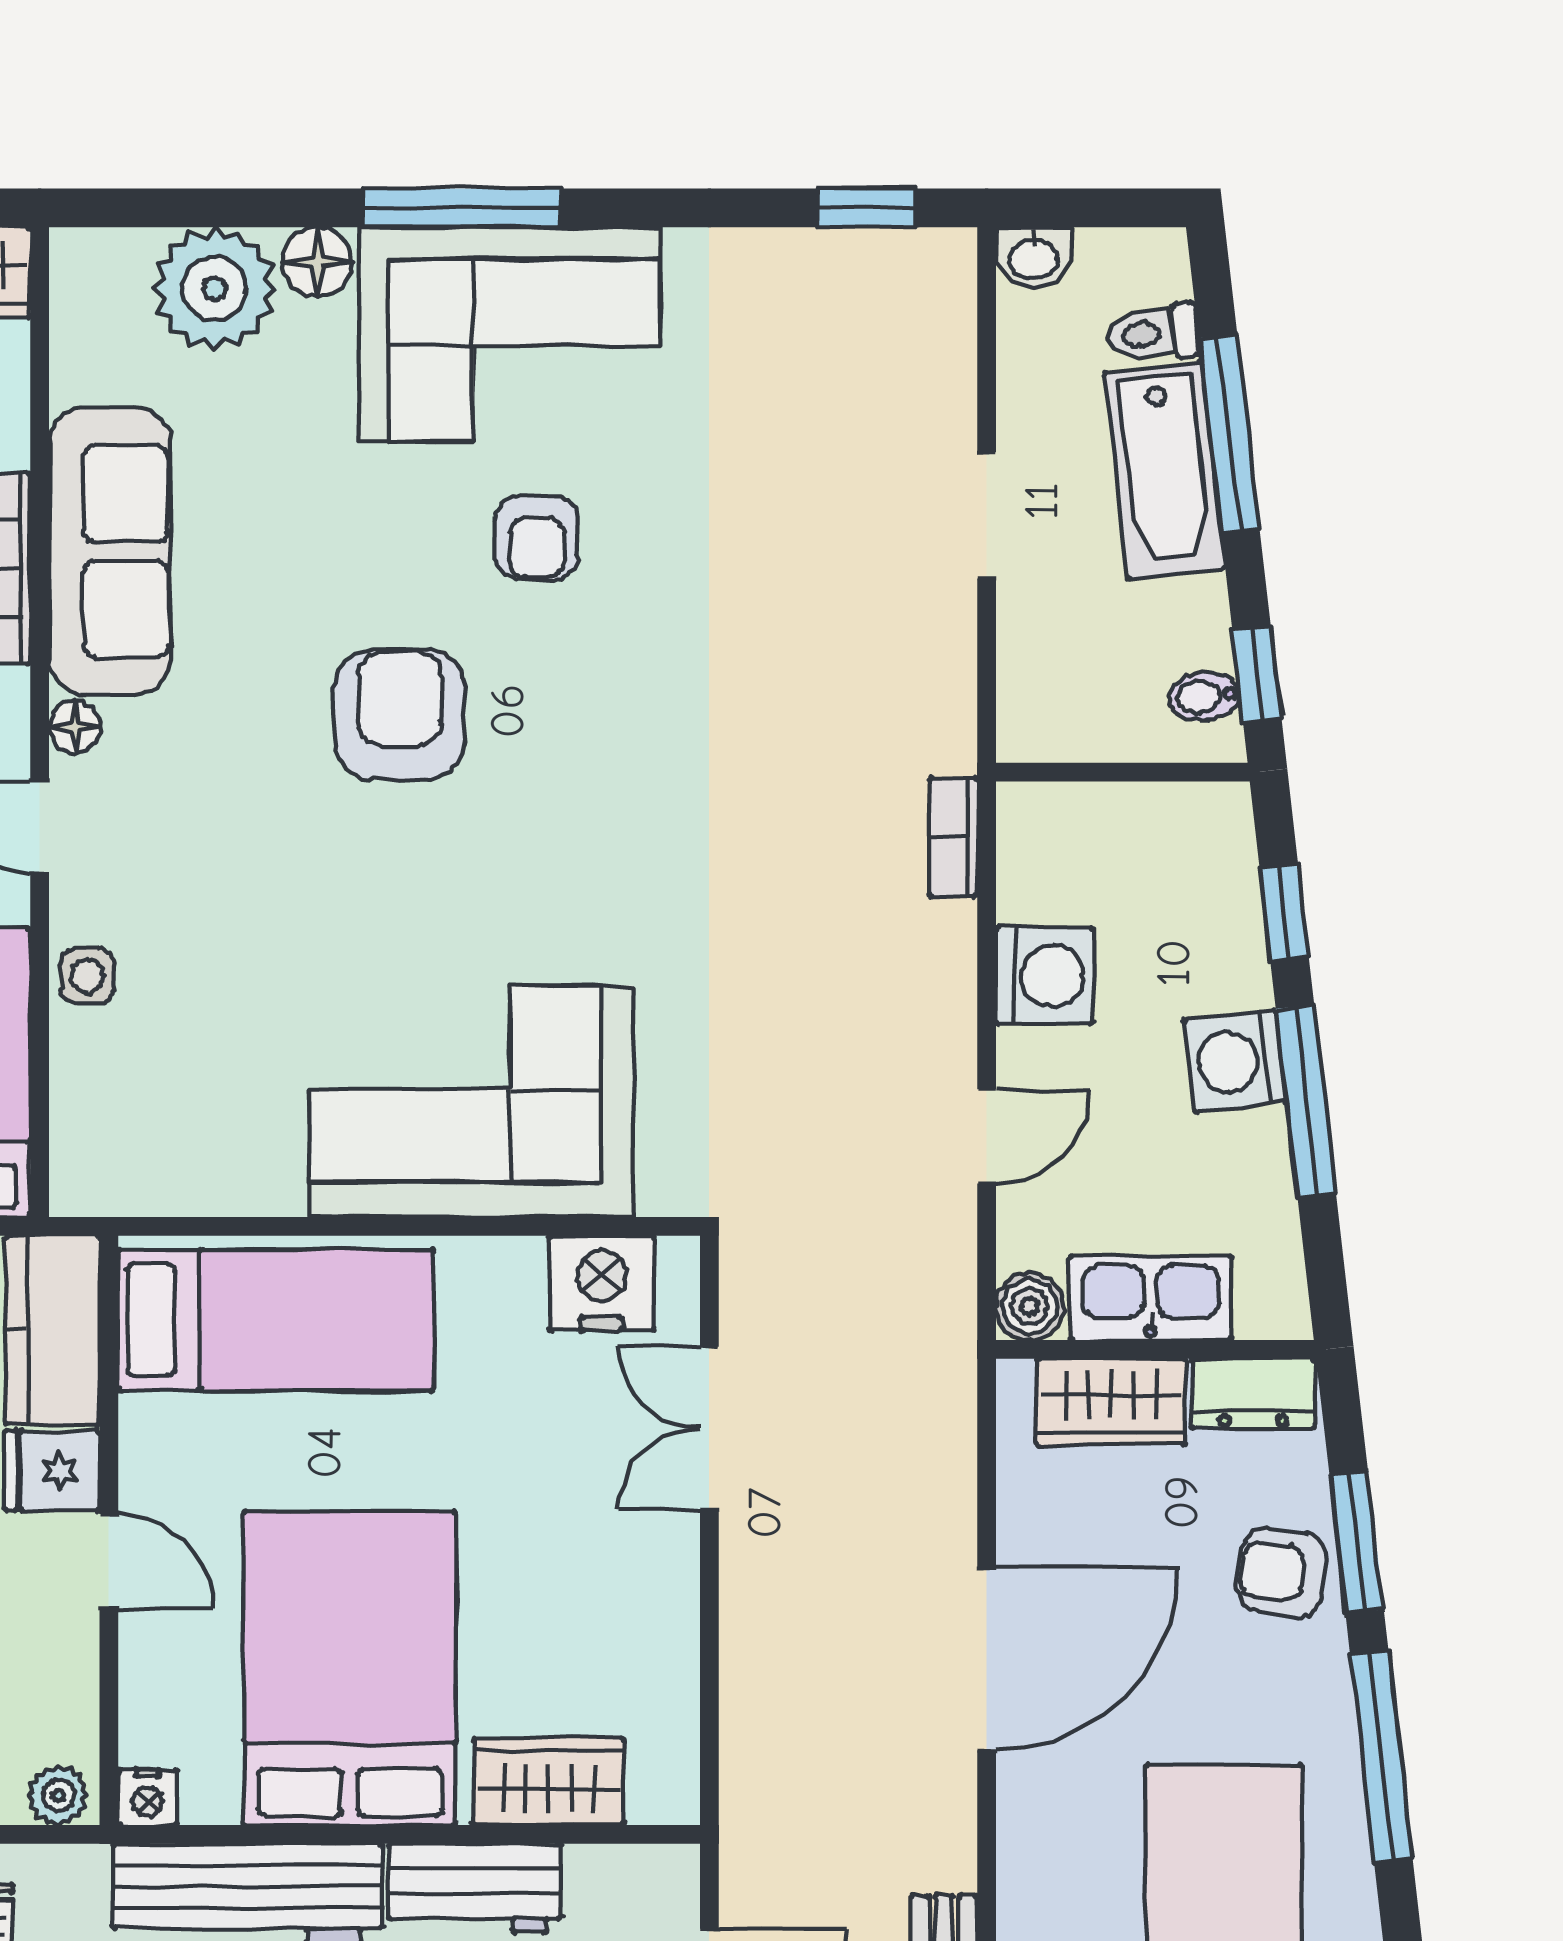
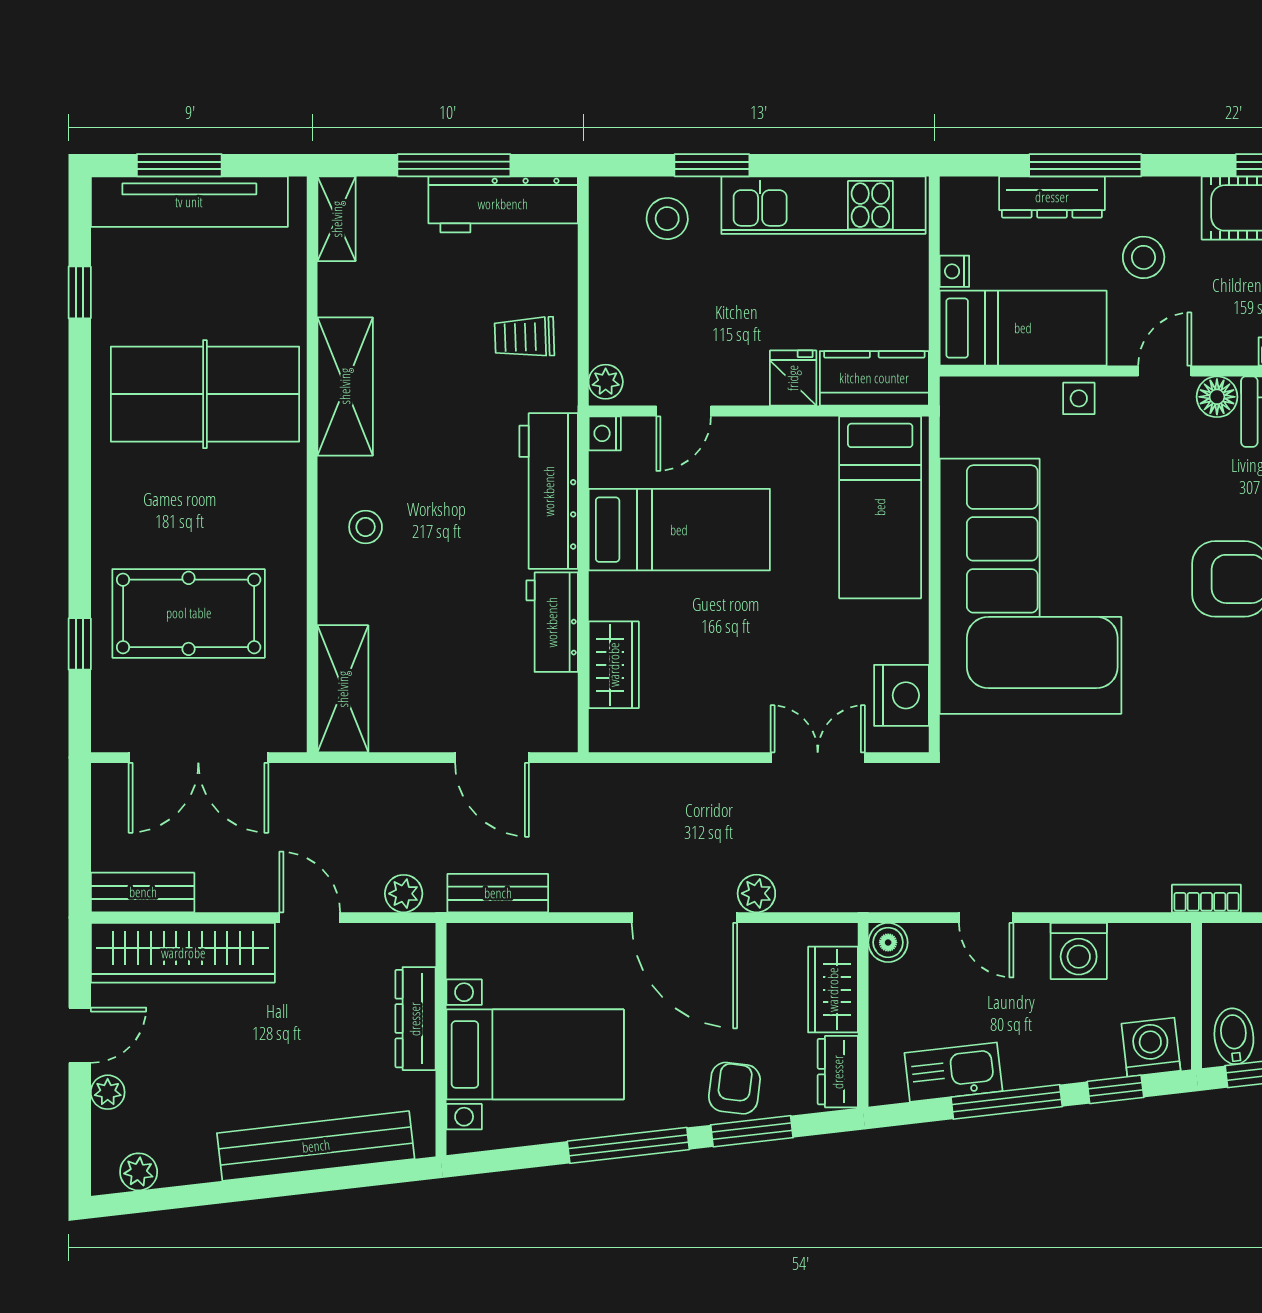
bidet: (1204, 696) -> (1234, 1036), width x1.38, depth x1.36
floor lamp: (75, 727) -> (1217, 397), width x1.37, depth x1.37
bookcase: (953, 837) -> (1206, 898), moved
washing machine: (1235, 1061) -> (1151, 1047), moved
corner sofa: (471, 1101) -> (1030, 586), width x1.36, depth x1.36
kitchen sink: (1151, 1298) -> (953, 1072), moved, turned -97
plant: (945, 1534) -> (756, 893), added
door: (109, 1561) -> (684, 411), moved
bed: (350, 1668) -> (679, 530), width x0.67

